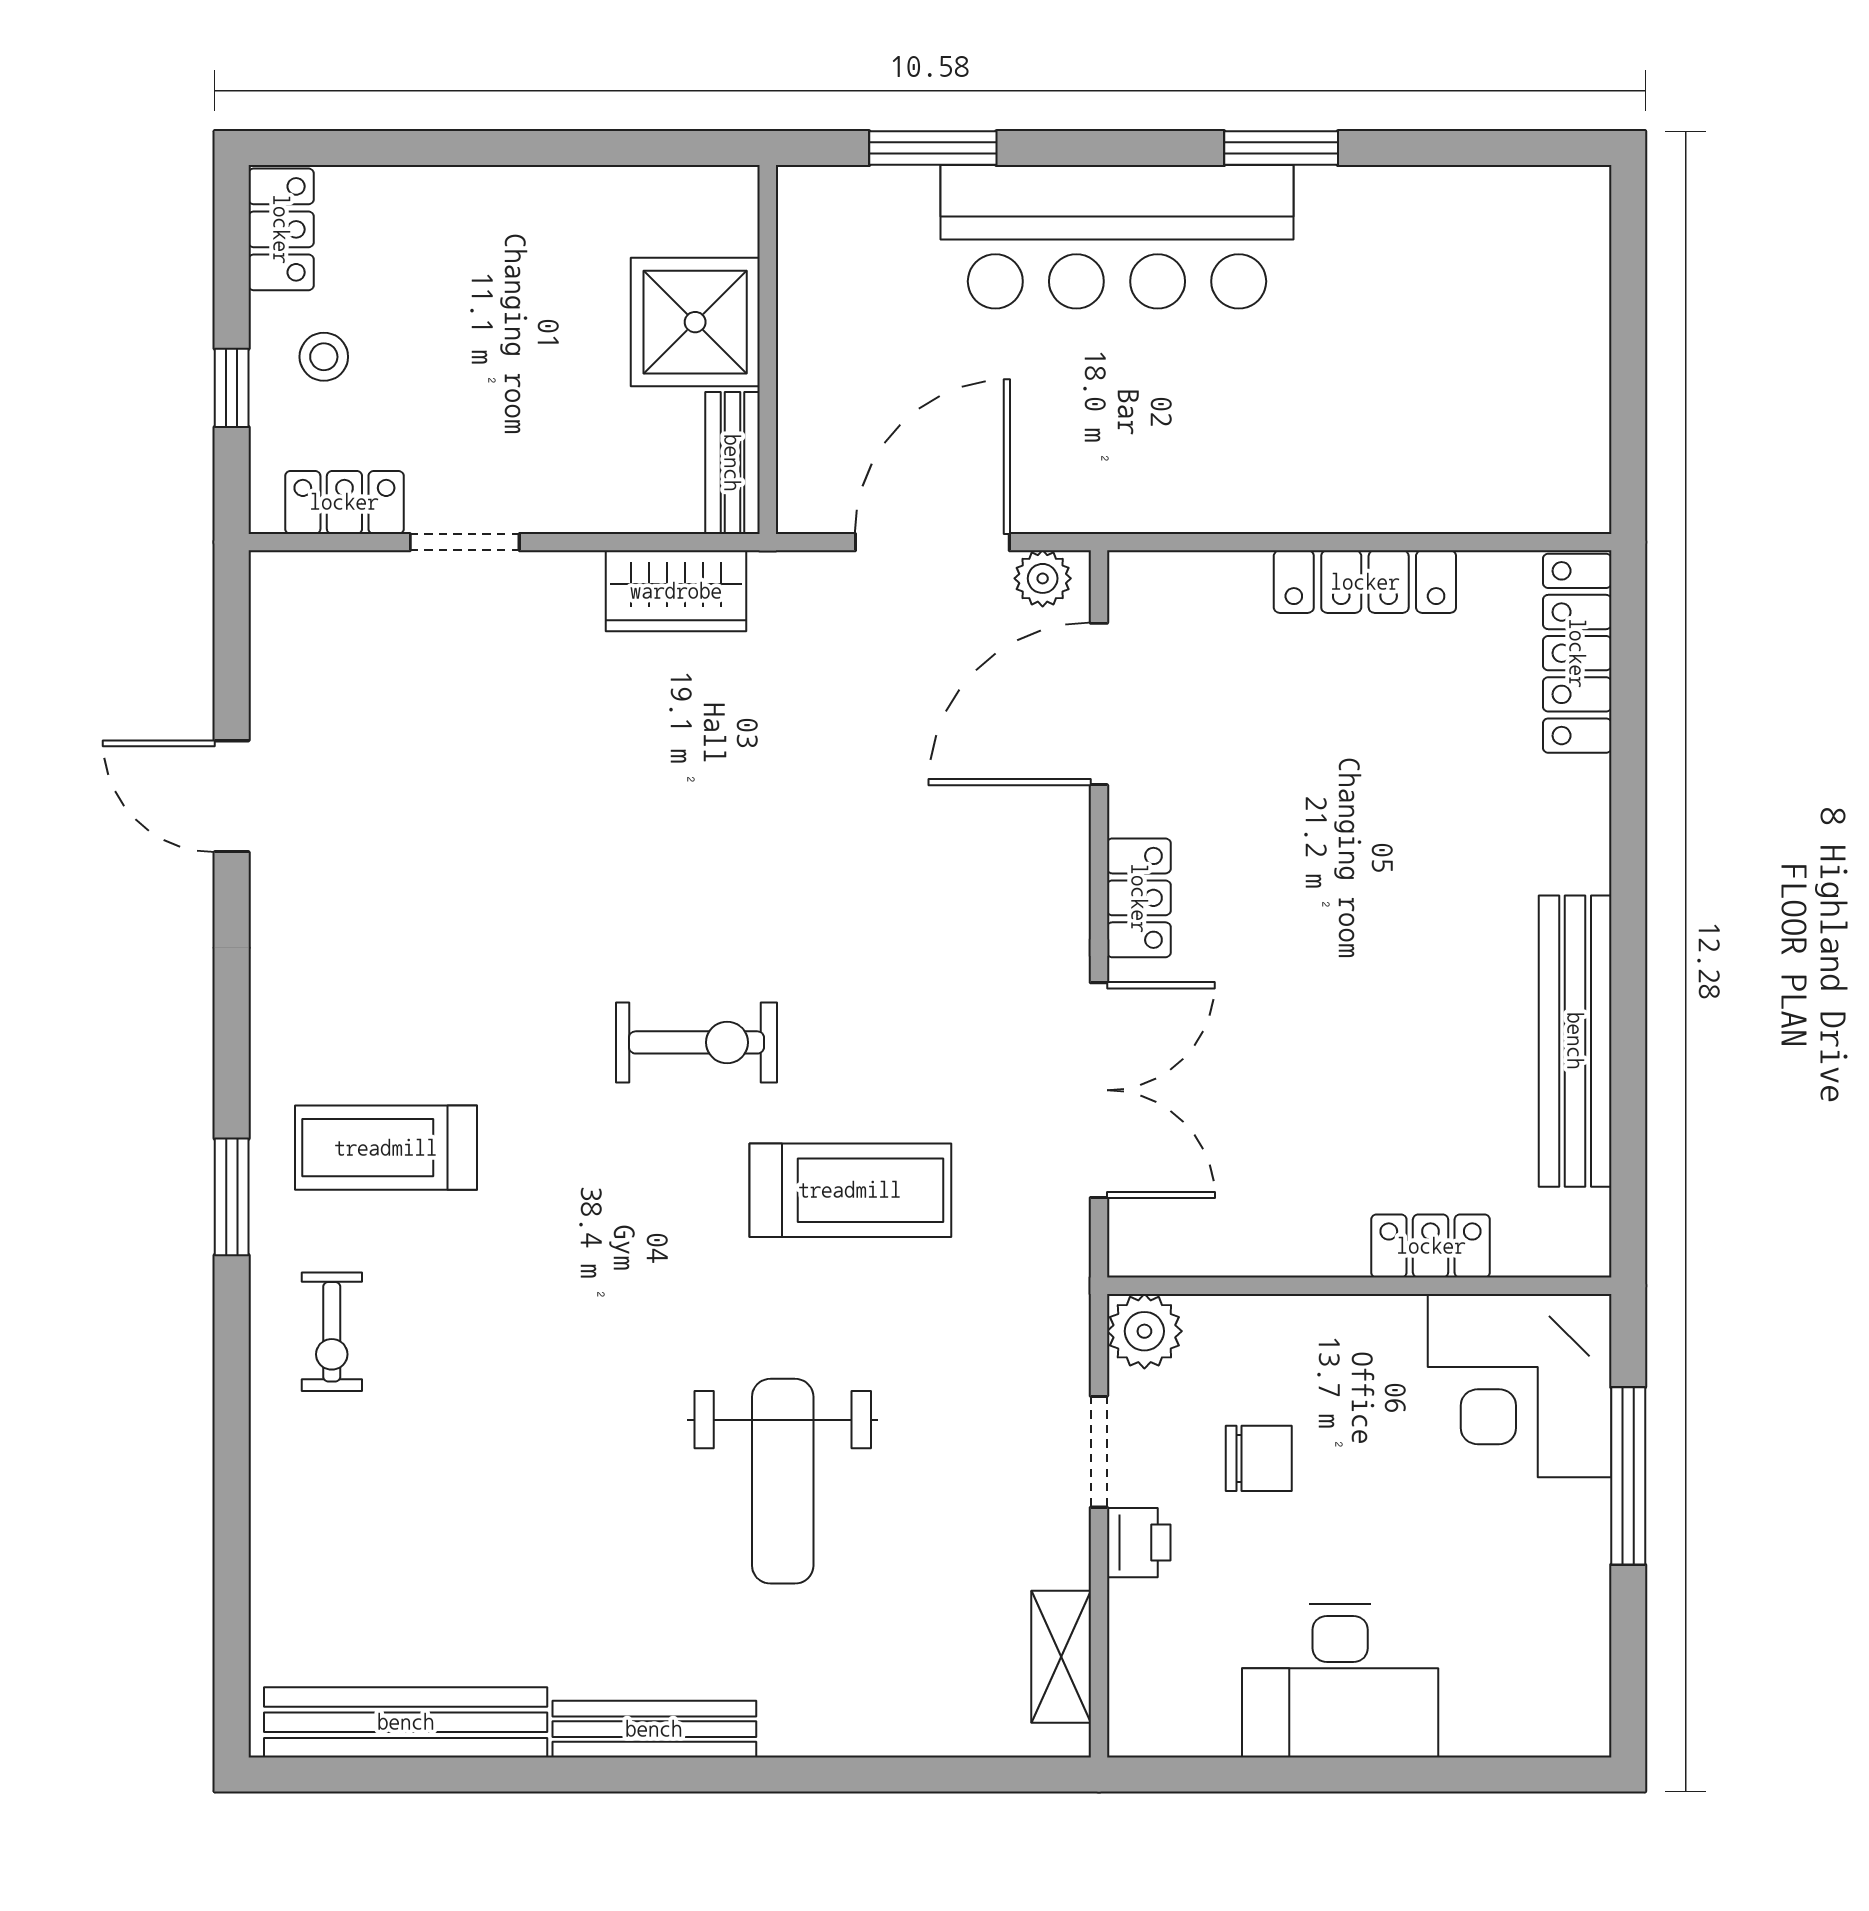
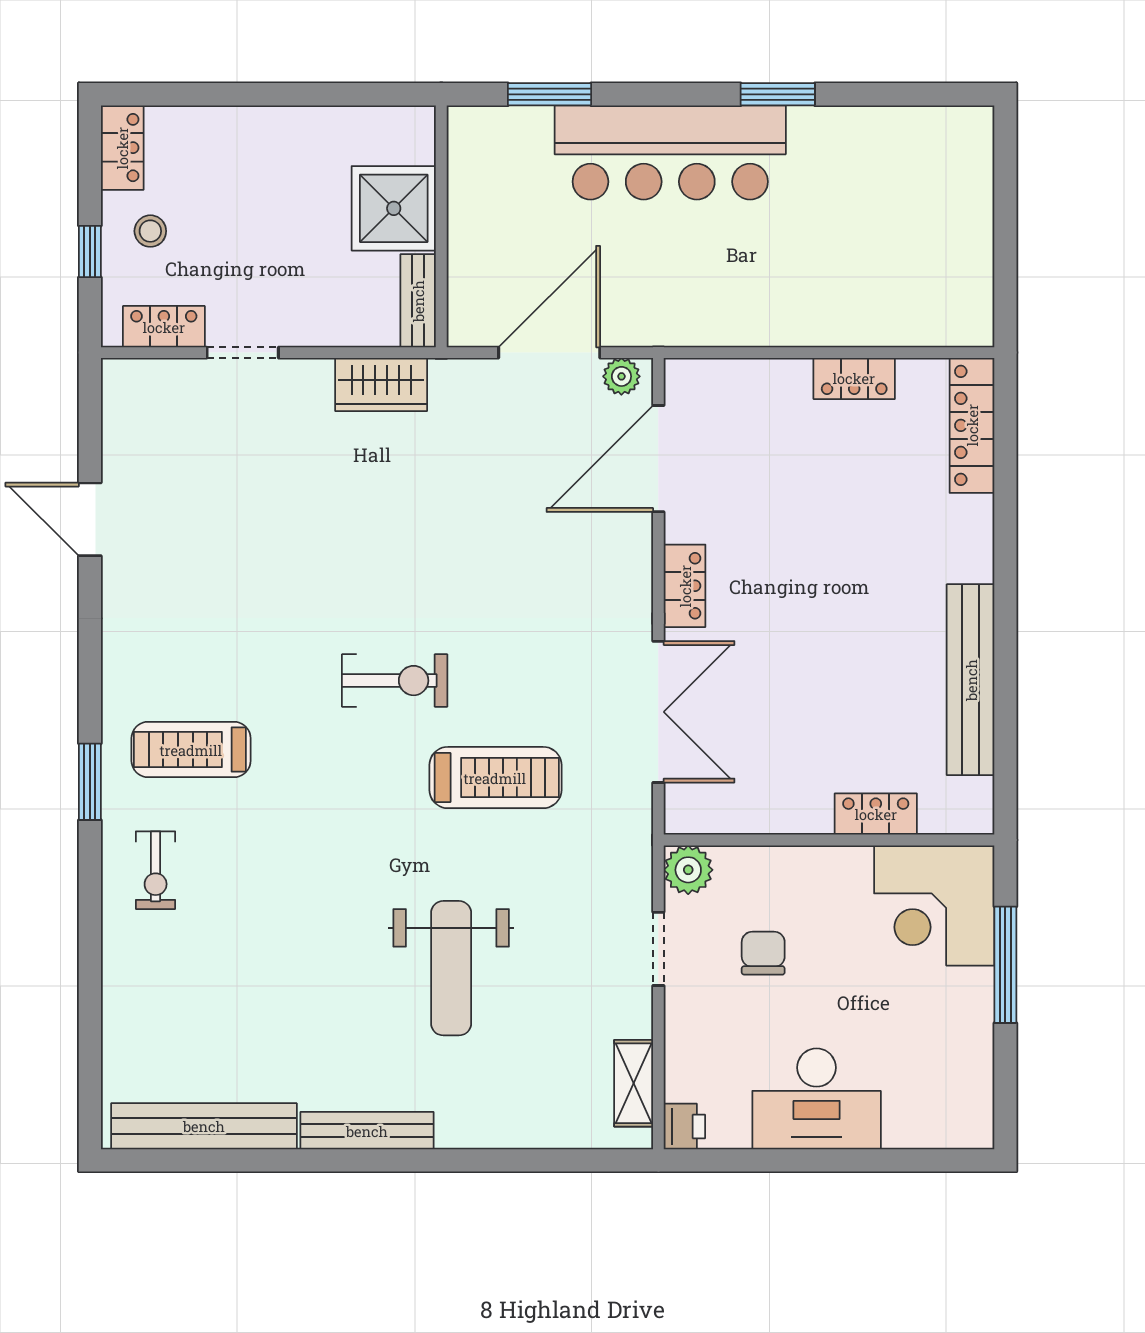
locker: (1365, 582) -> (854, 378), width x0.66
chair: (1259, 1458) -> (763, 953), turned -90
printer: (1139, 1543) -> (684, 1127), moved

